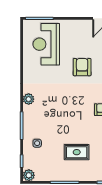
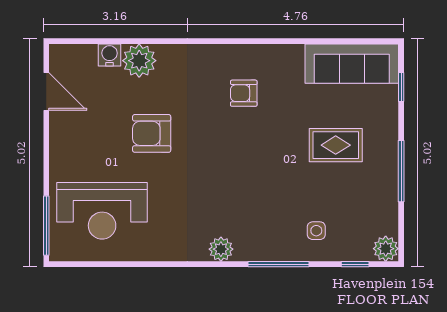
rug: (77, 152) -> (336, 145), turned 90

